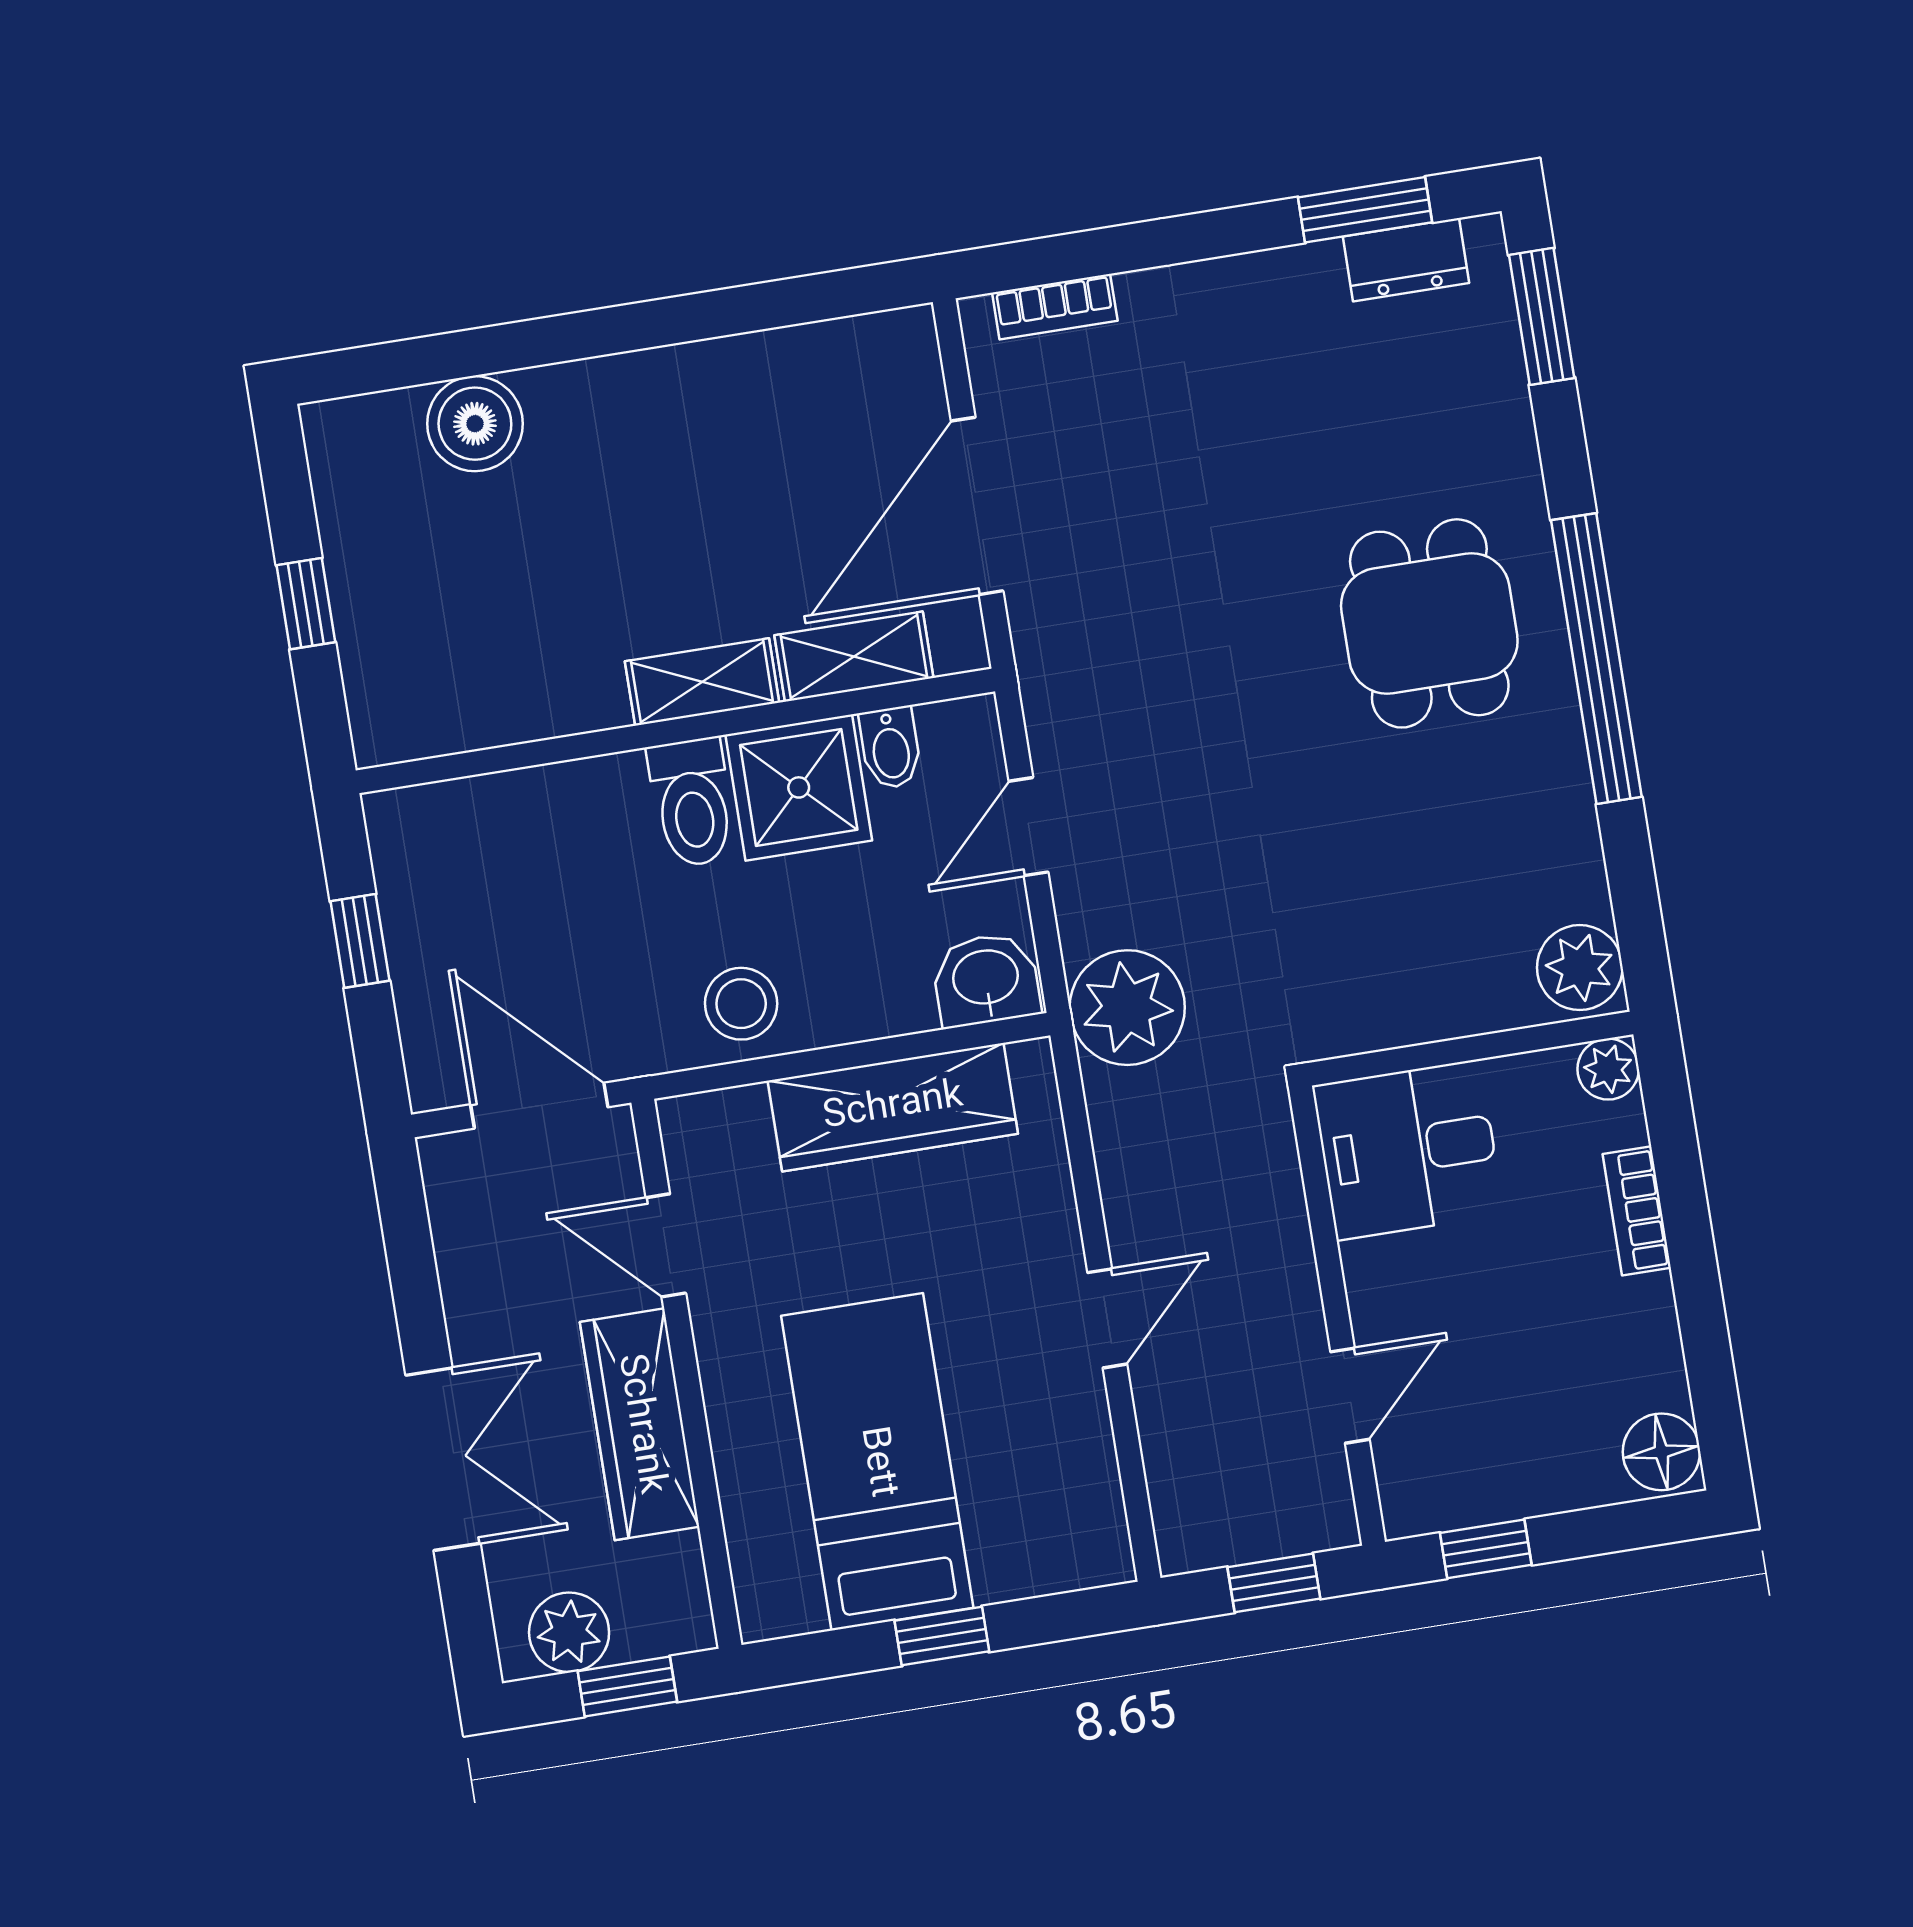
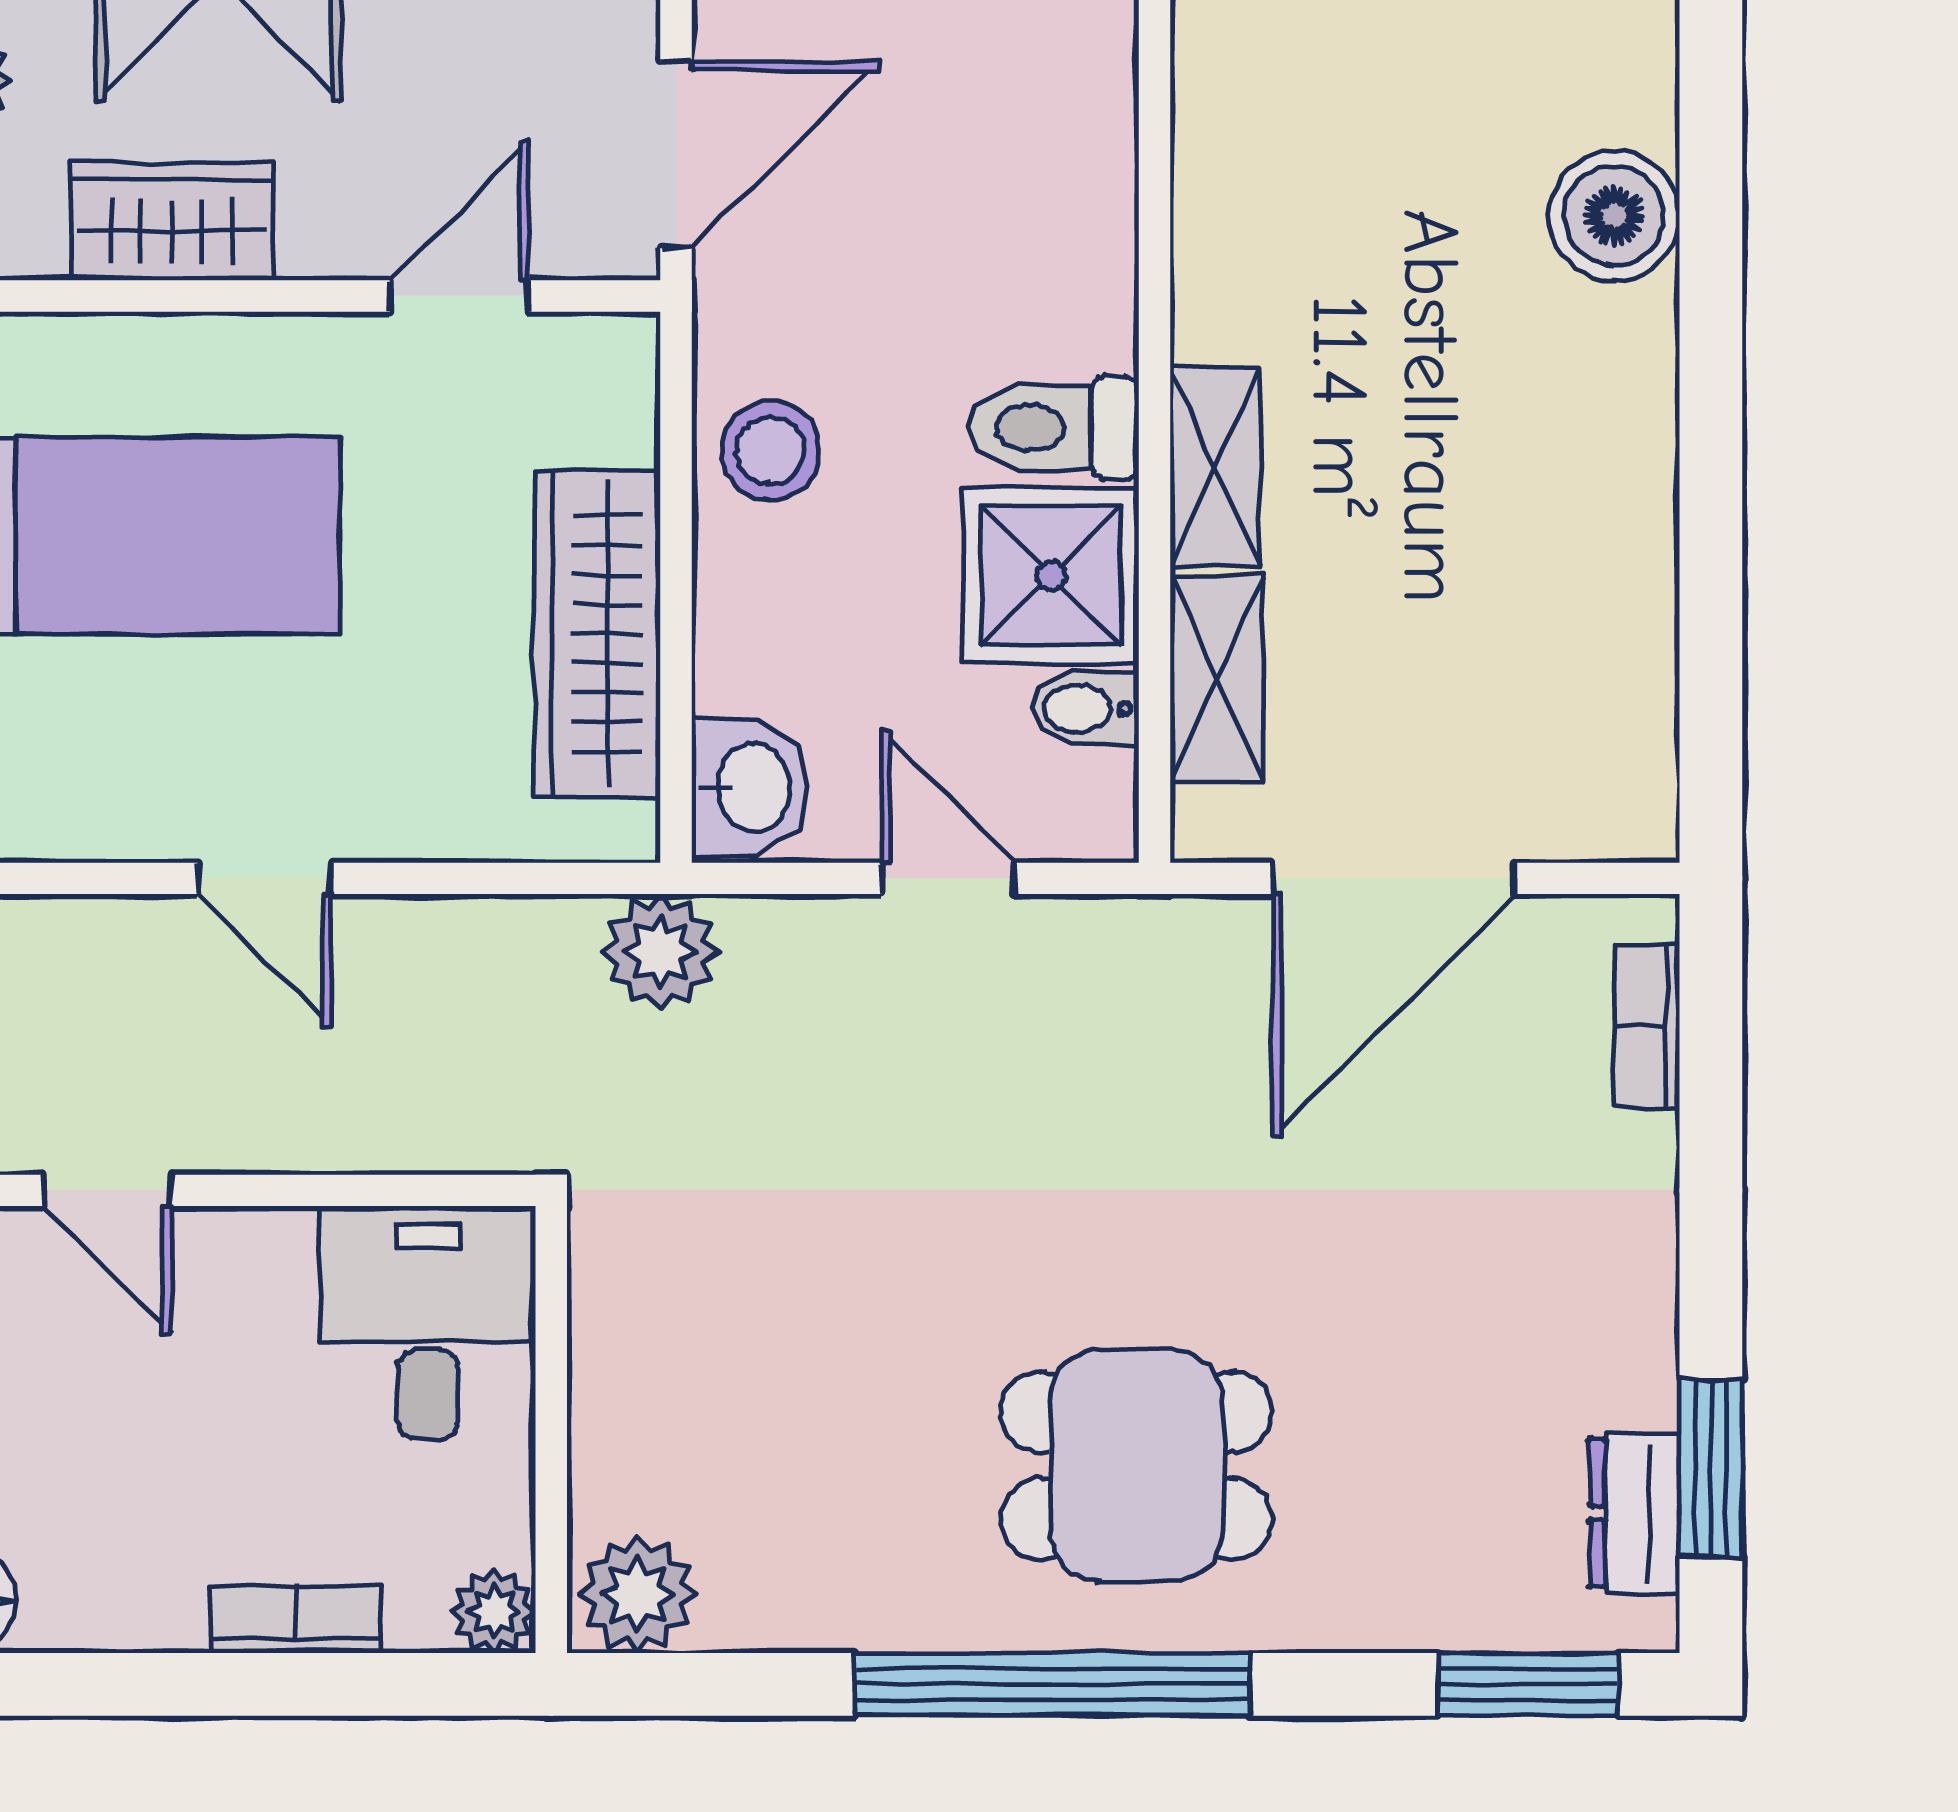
door: (977, 506) -> (1394, 878), swing flipped
plant: (1127, 1008) -> (660, 952), width x0.73, depth x0.73
wardrobe: (640, 1424) -> (172, 222), width x0.67

